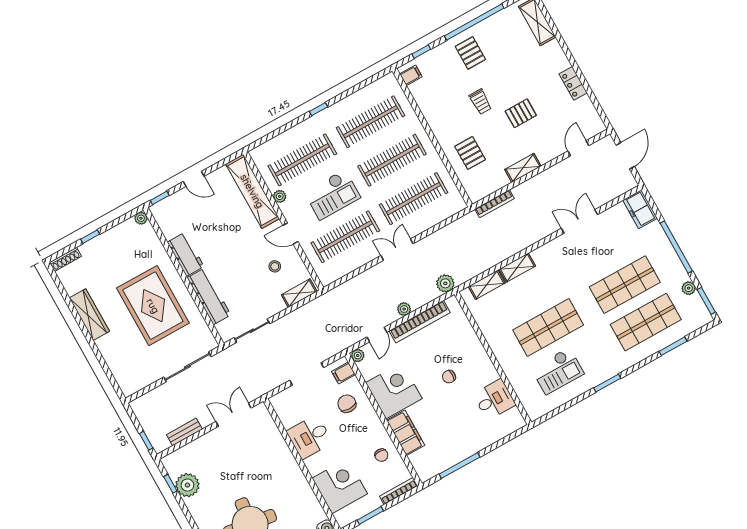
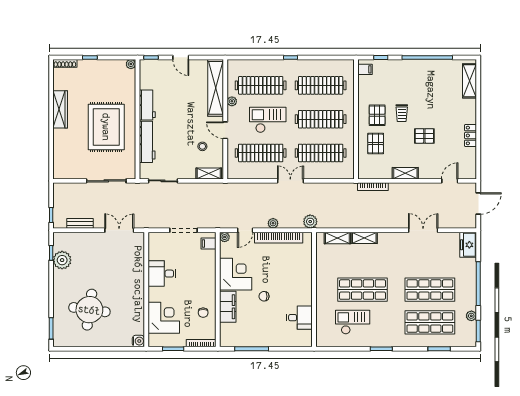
pallet: (470, 53) -> (377, 115), moved
checkout: (332, 195) -> (268, 120), turned 180
checkout: (558, 371) -> (353, 322), turned 180
chair: (449, 377) -> (264, 296), moved
chair: (347, 404) -> (199, 265), removed

